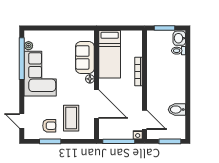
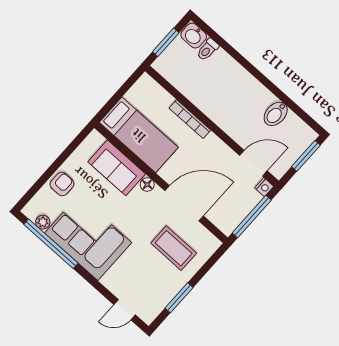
armchair: (49, 126) -> (62, 184), moved

